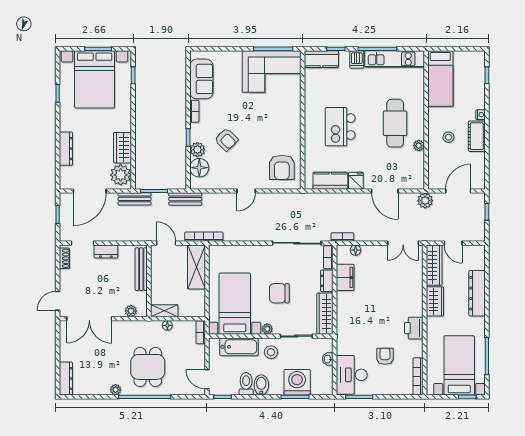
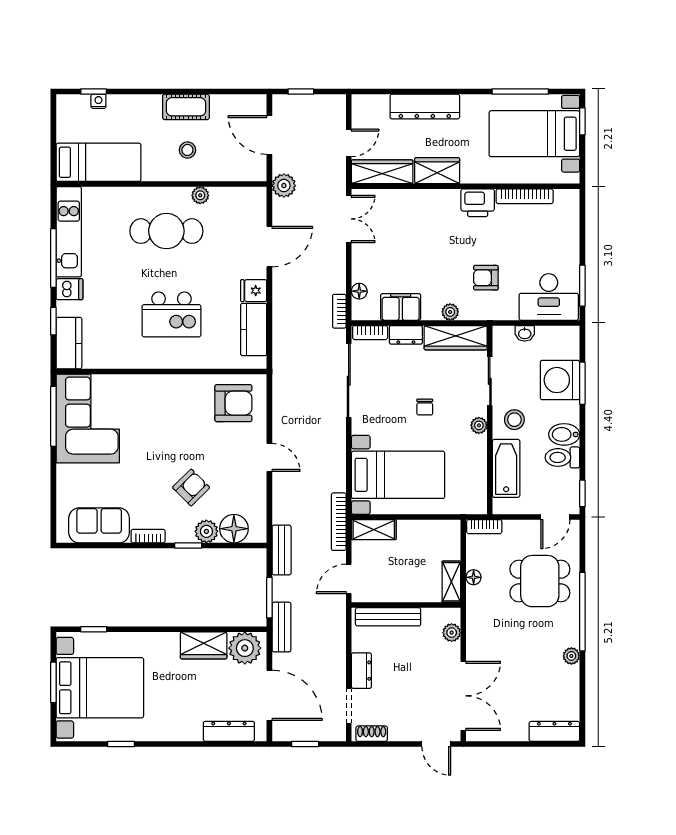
nightstand: (481, 115) -> (98, 101), moved
dresser: (66, 149) -> (229, 731), moved
shelving: (196, 267) -> (374, 530), width x0.67, depth x0.75
chair: (279, 293) -> (425, 407), width x0.54, depth x0.54
bed with nightstands: (235, 304) -> (398, 475), moved, turned 180
plant: (342, 310) -> (450, 312), added
armchair: (385, 356) -> (486, 278), moved
dining table: (148, 367) -> (540, 581), moved
bookcase: (418, 376) -> (525, 196), moved

